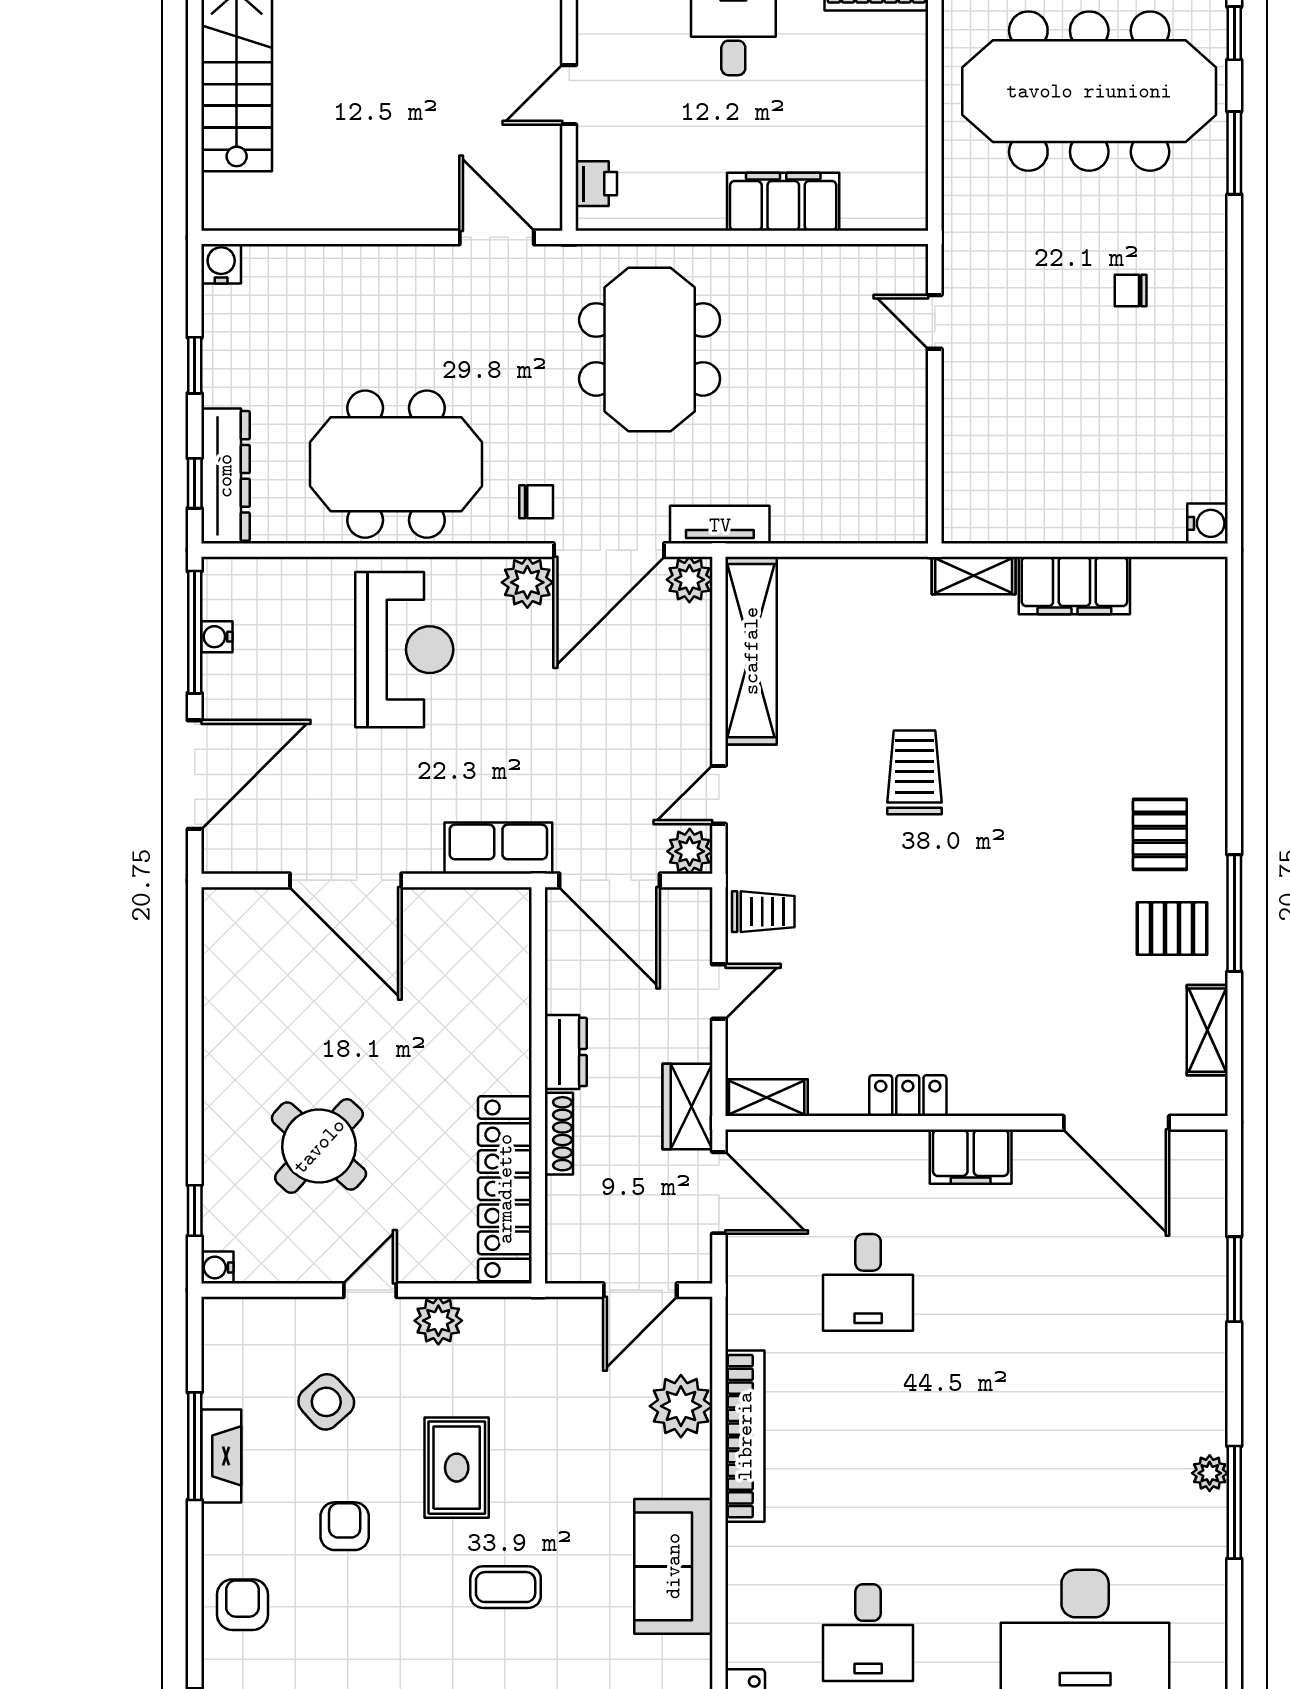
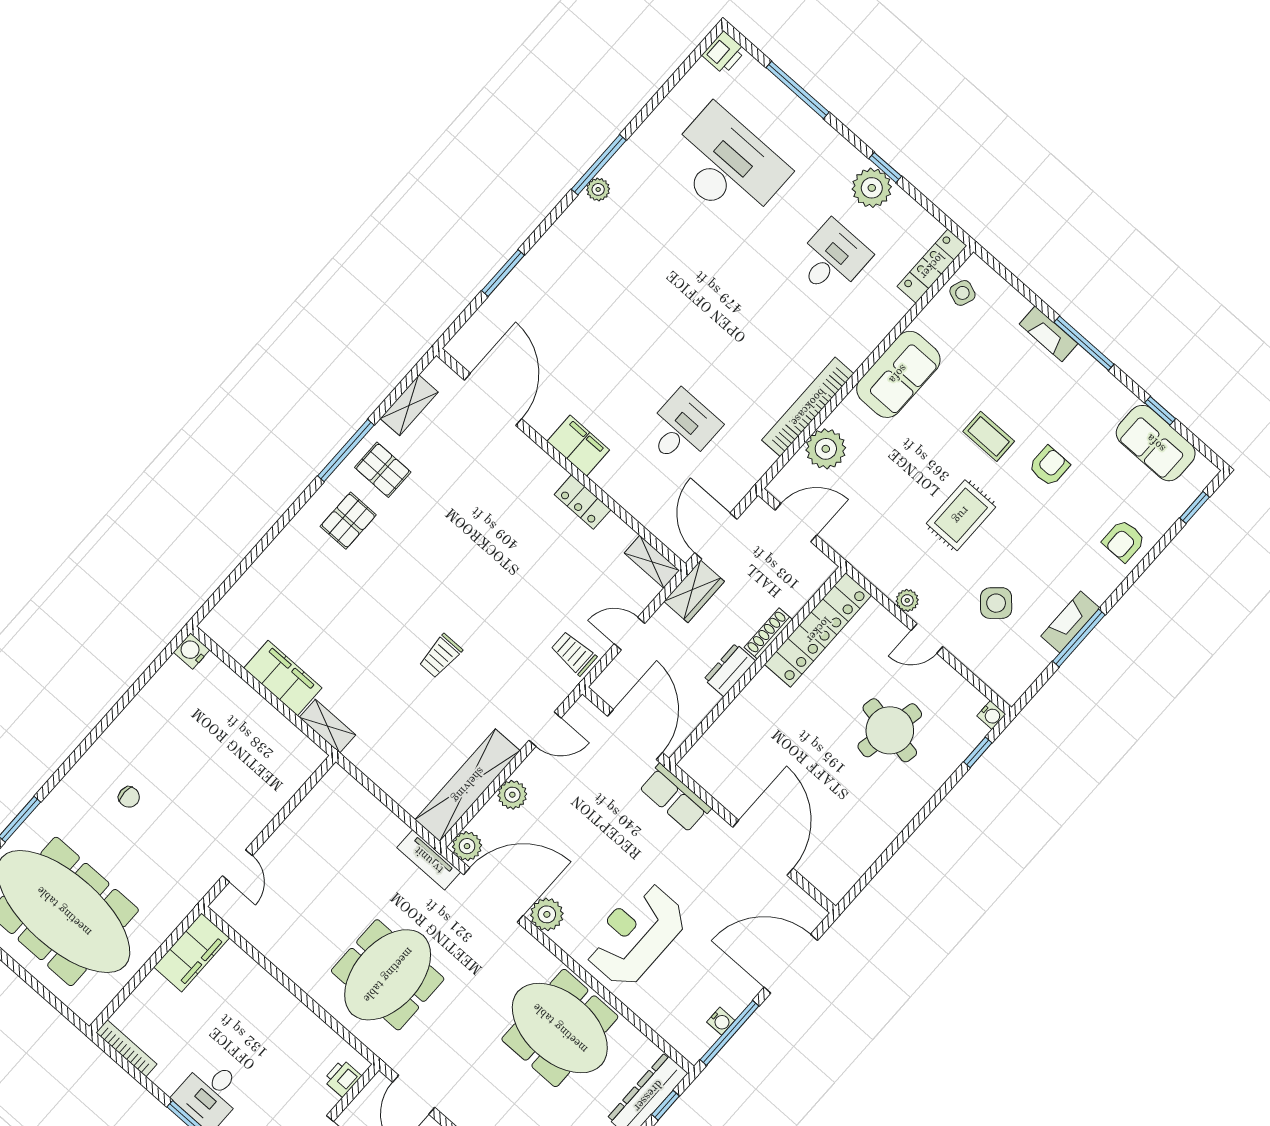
filing cabinet: (783, 202) -> (192, 952), moved, turned -90
chair: (536, 502) -> (508, 950), removed
trolley: (915, 772) -> (441, 656), width x0.73, depth x0.72
plant: (690, 851) -> (512, 795), moved
round table: (319, 1146) -> (890, 730), turned -31
plant: (438, 1321) -> (907, 600), width x0.73, depth x0.73
armchair: (345, 1526) -> (1049, 466), moved, turned 180

